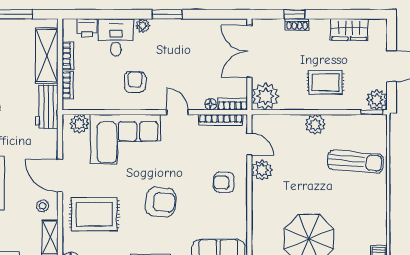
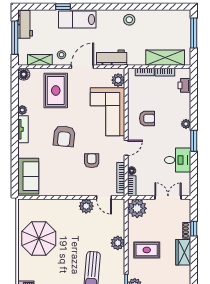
wardrobe: (349, 30) -> (183, 252), moved
desk: (116, 38) -> (178, 160), moved
double door: (249, 52) -> (168, 197), width x0.73
rug: (325, 82) -> (147, 250), turned 90
workbench: (47, 107) -> (112, 58), moved
door: (249, 144) -> (104, 197), hinge flipped
armchair: (224, 182) -> (92, 161), moved

